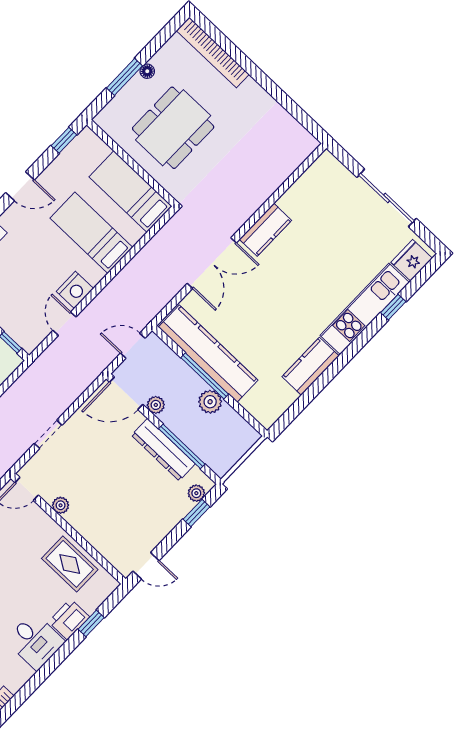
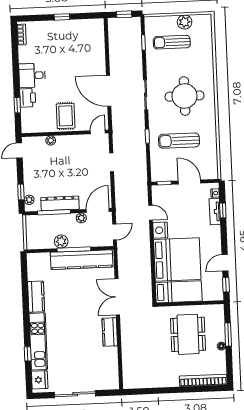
door: (20, 186) -> (225, 263), moved
bed: (91, 233) -> (177, 259), width x2.04
plant: (61, 505) -> (51, 140), moved
rug: (70, 564) -> (66, 116), moved, turned 90

